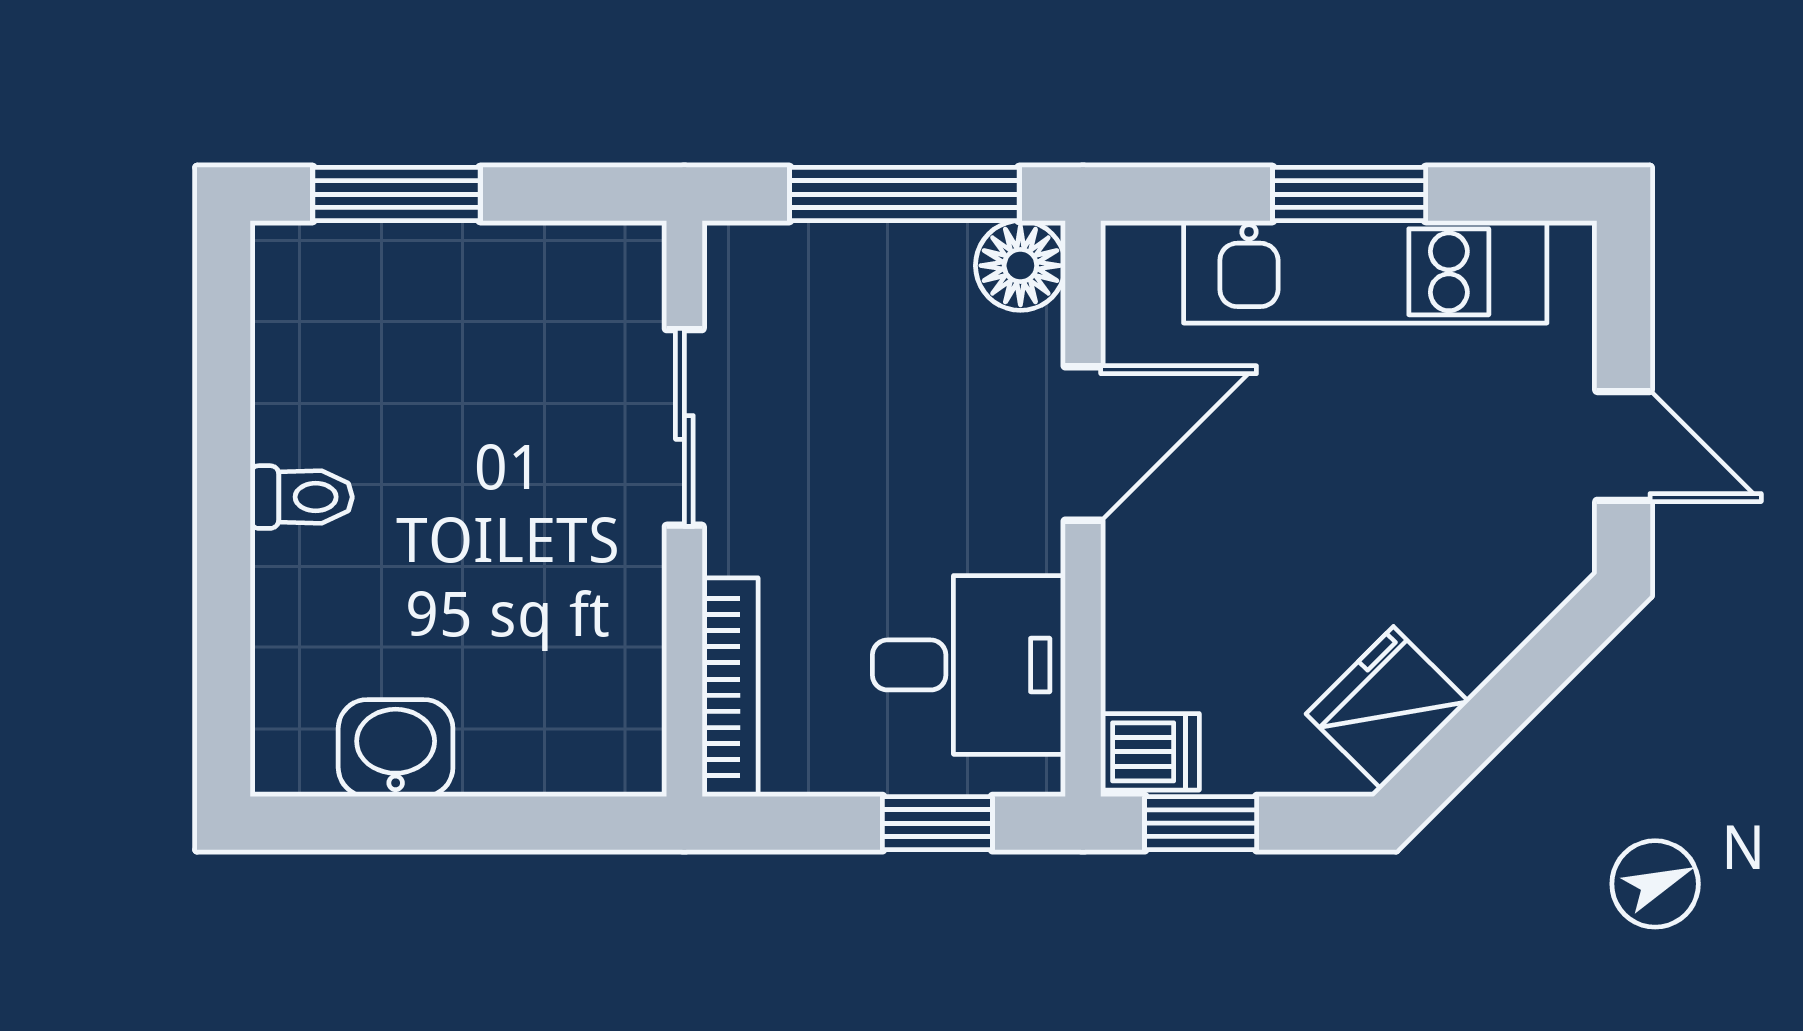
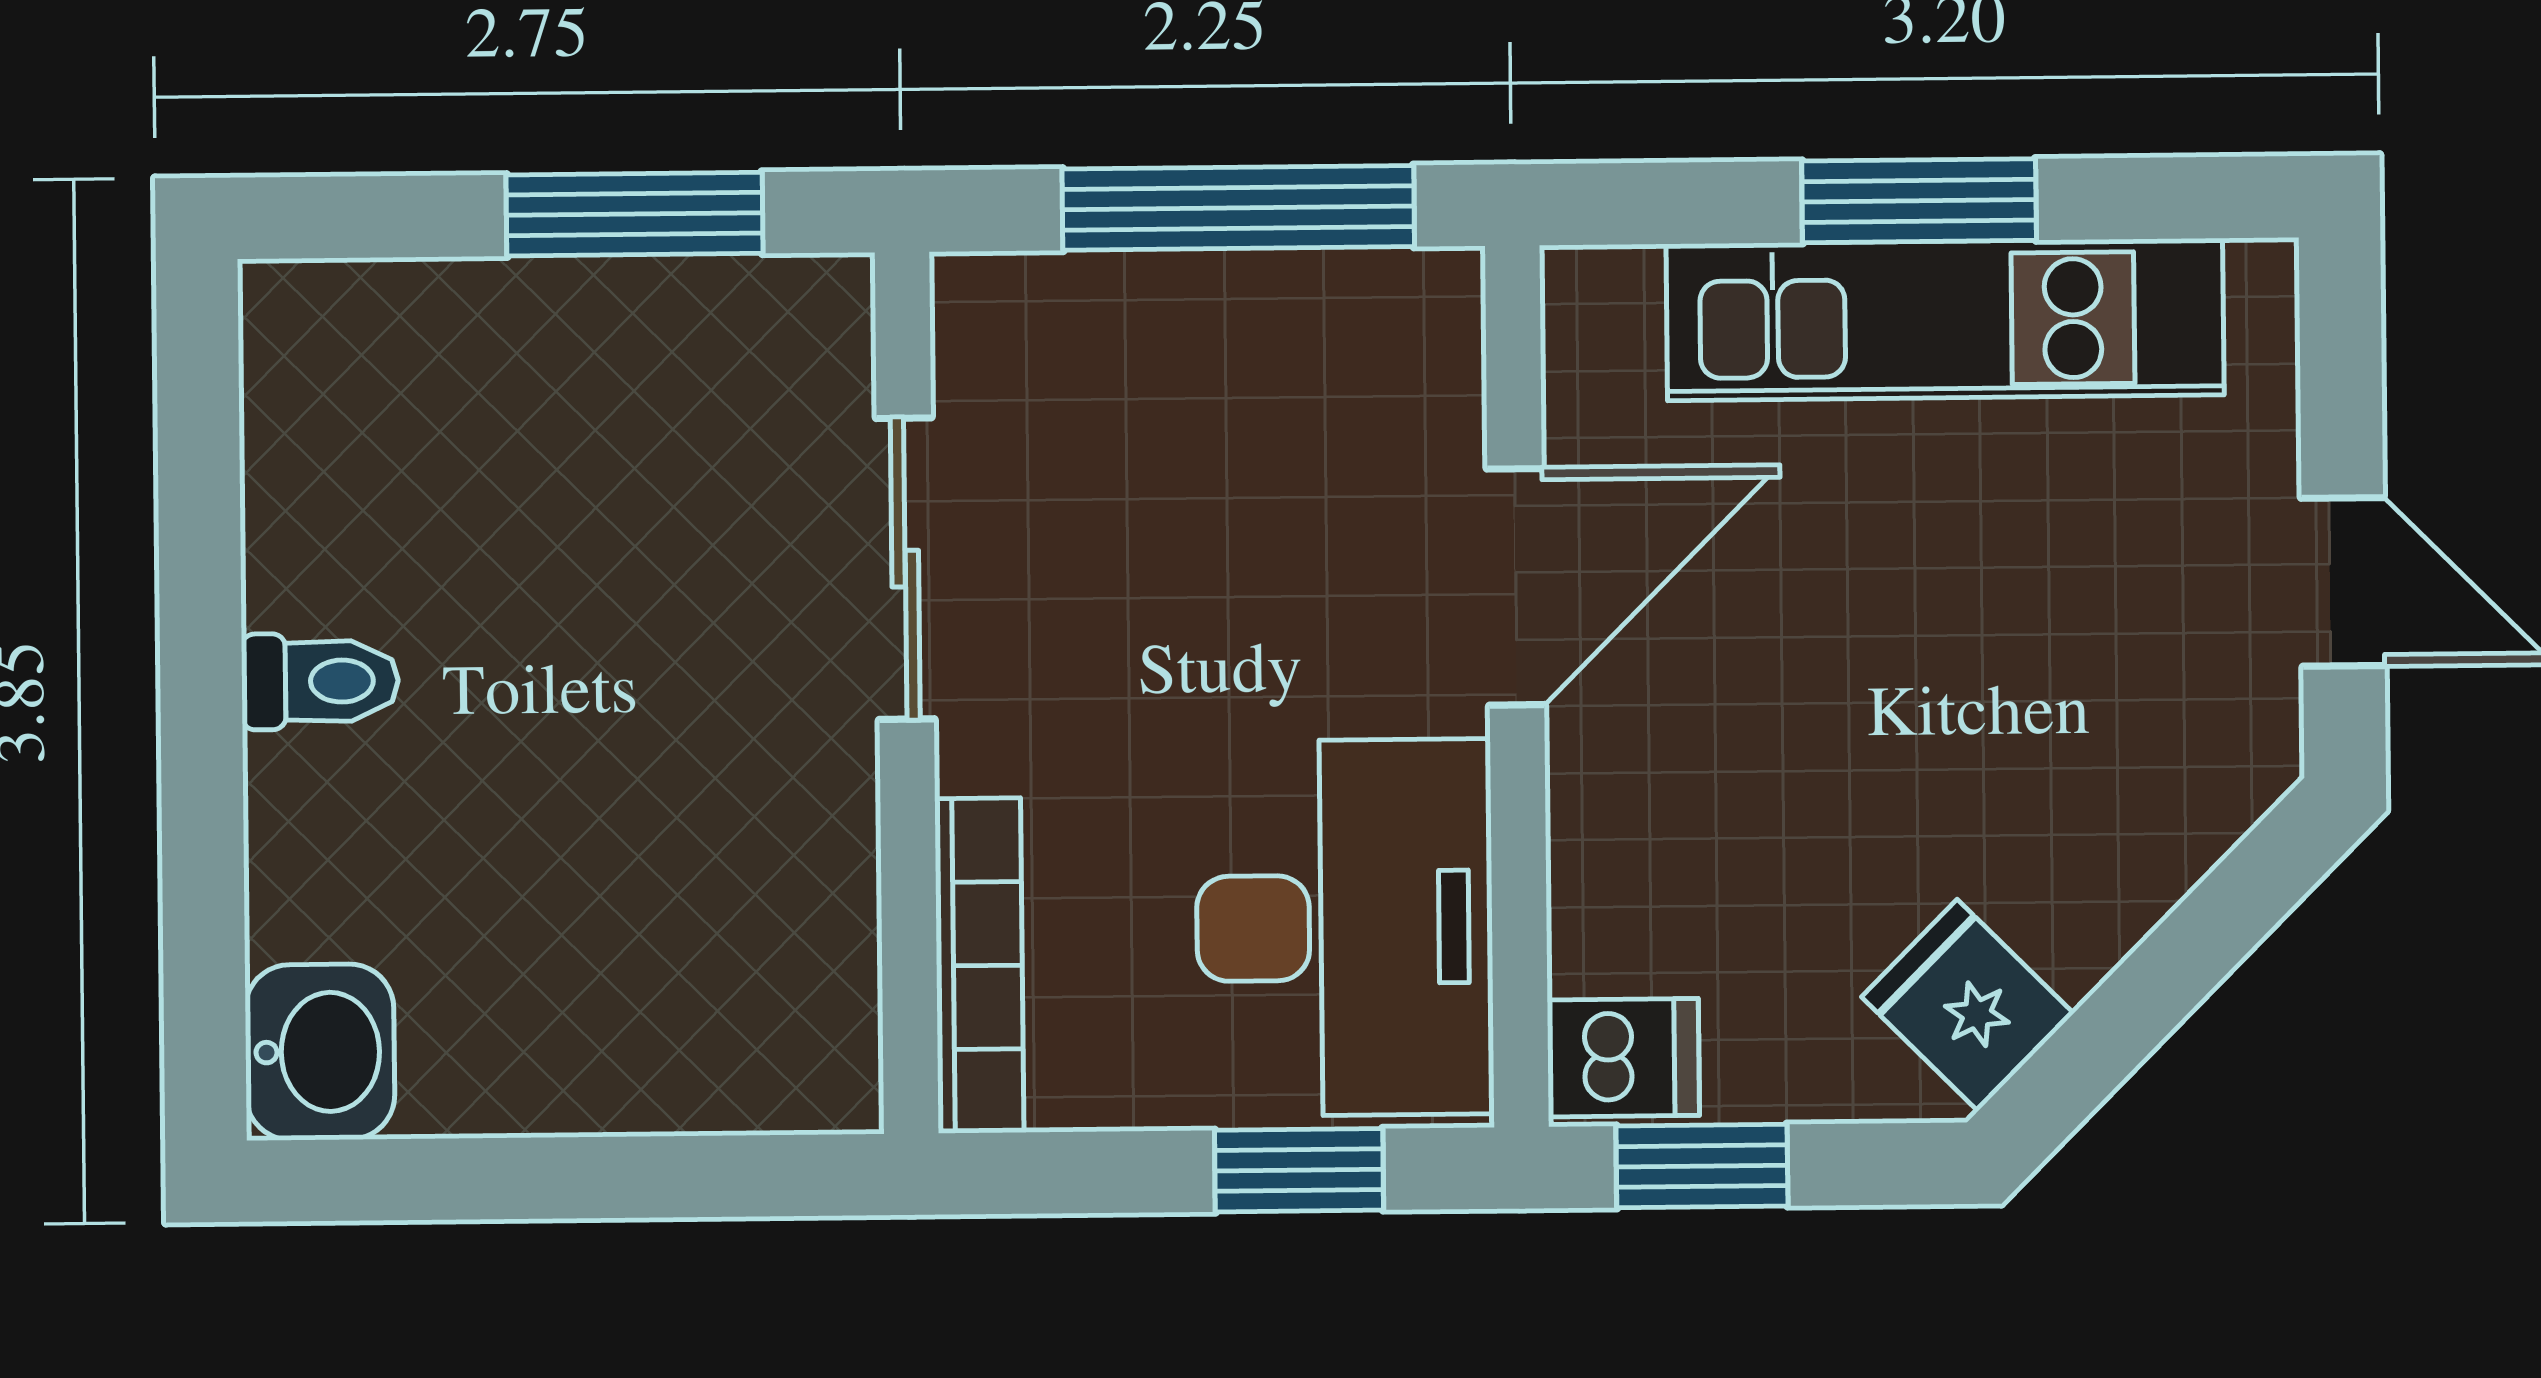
window: (396, 194) -> (635, 214), moved
floor lamp: (1020, 266) -> (1417, 315), removed
desk: (969, 665) -> (1345, 928), width x1.37
fridge: (1387, 708) -> (1968, 1005), width x0.72
washbasin: (396, 748) -> (320, 1052), moved, turned 90

